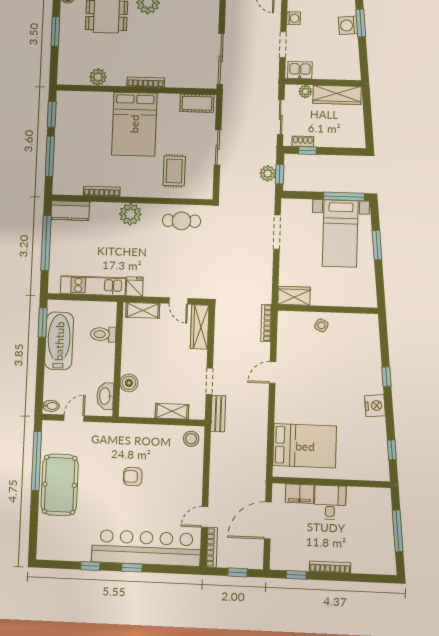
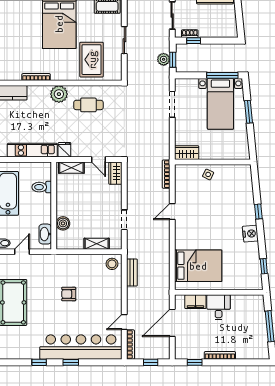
rug: (174, 171) -> (92, 60), width x1.36, depth x1.43
cafe table: (181, 221) -> (88, 105), moved
wardrobe: (200, 327) -> (115, 173), width x0.67
bench: (218, 414) -> (132, 273), moved

